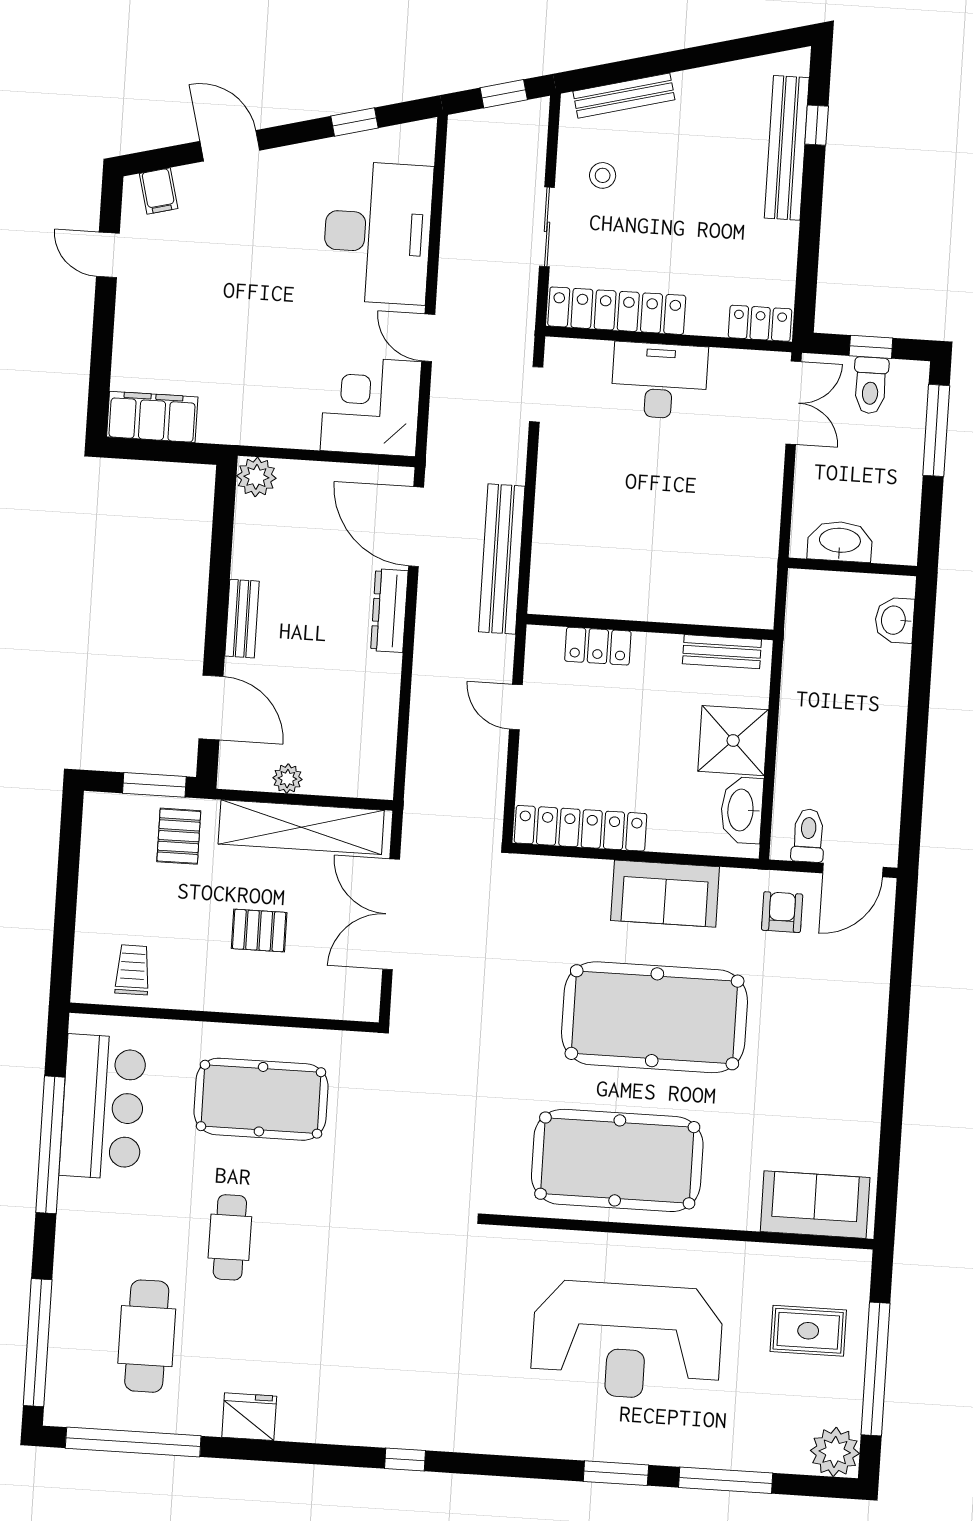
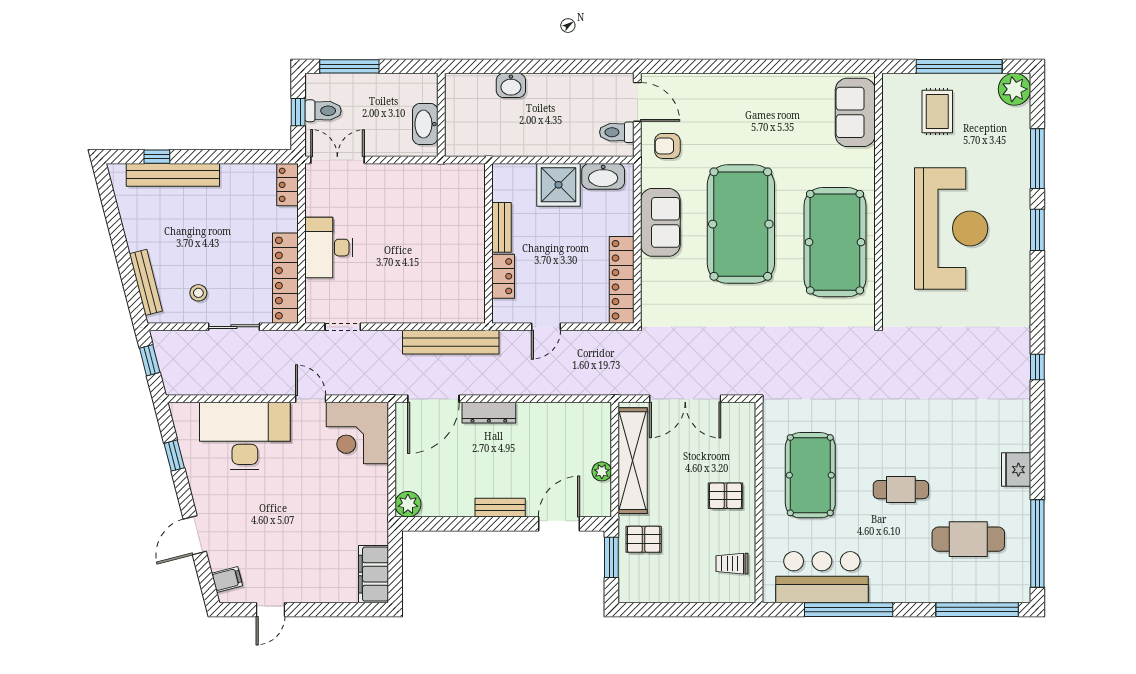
door: (428, 338) -> (311, 399), swing flipped
washbasin: (895, 620) -> (511, 85), moved
bench: (722, 652) -> (501, 227), moved
pallet: (259, 931) -> (726, 496), moved, turned 90

